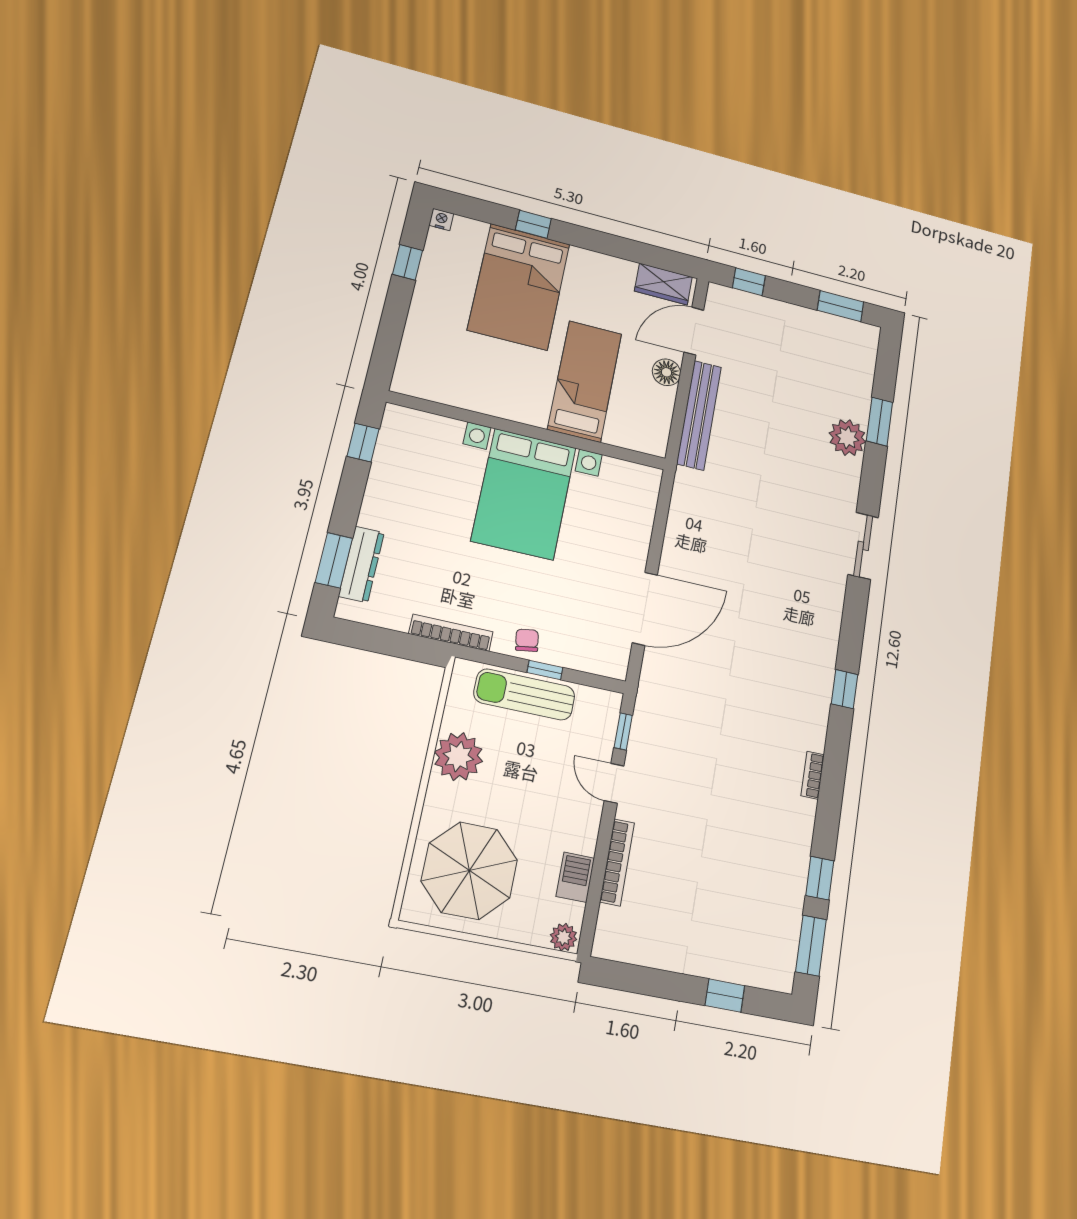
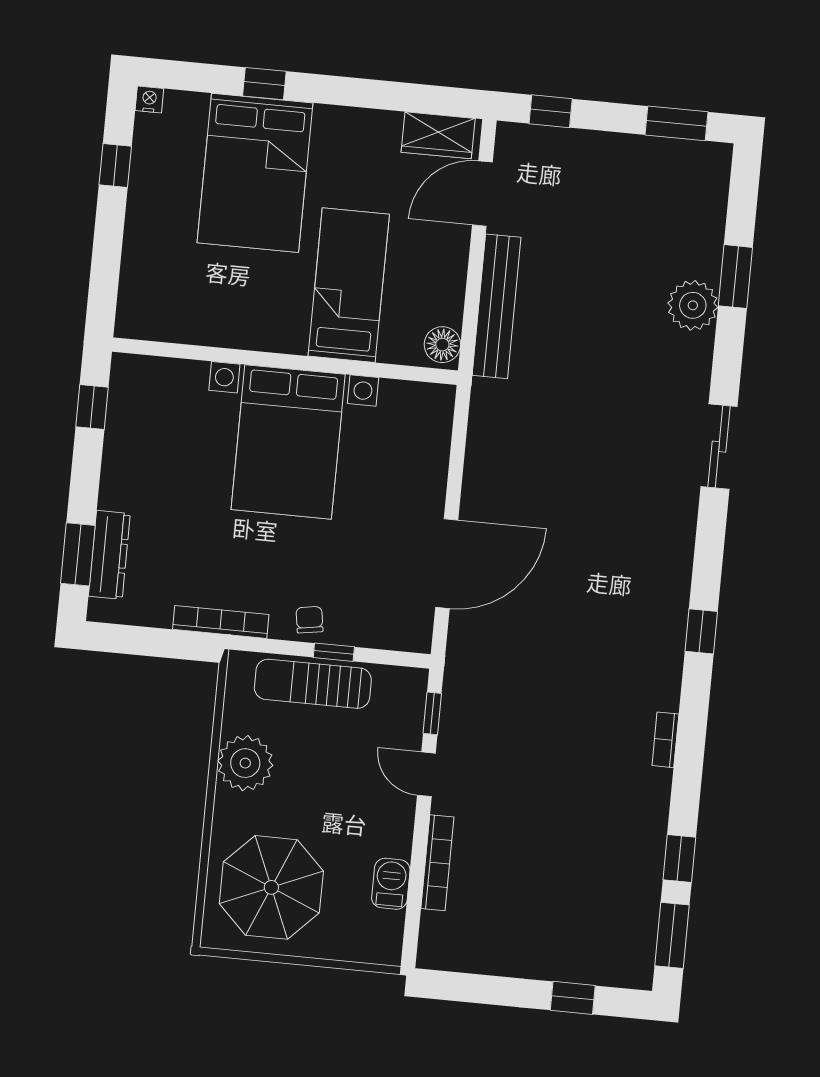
floor lamp: (666, 372) -> (442, 345), moved
plant: (564, 937) -> (384, 950), removed

